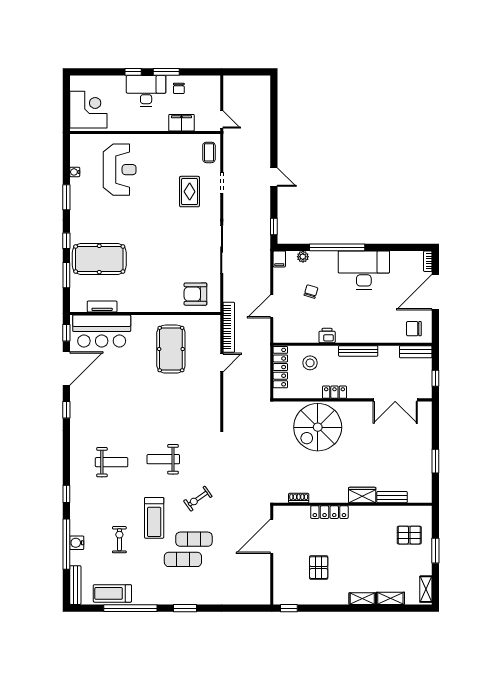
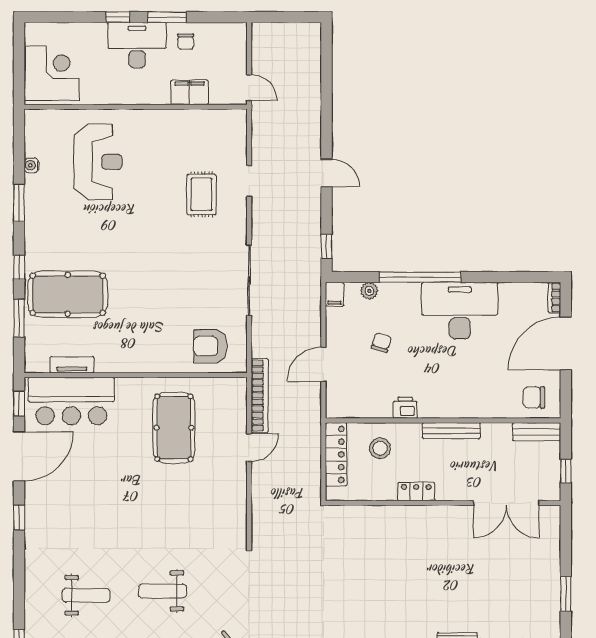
coffee table: (209, 152) -> (230, 136), removed
spiral stairs: (318, 427) -> (391, 543), removed

